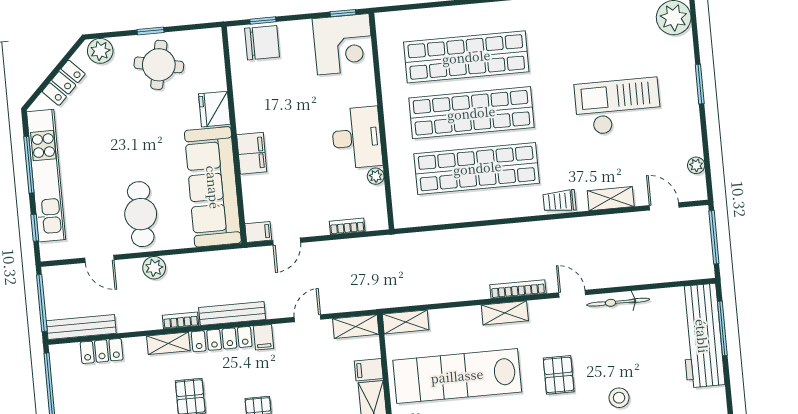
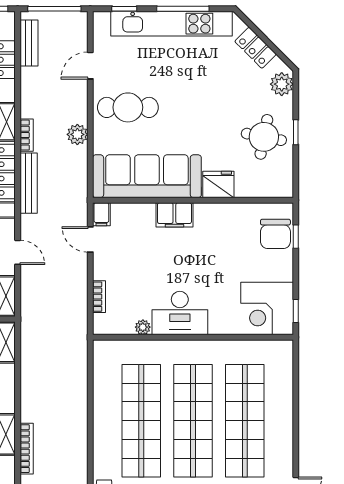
plant: (154, 268) -> (77, 134), moved
bench: (81, 327) -> (29, 43), width x0.73

